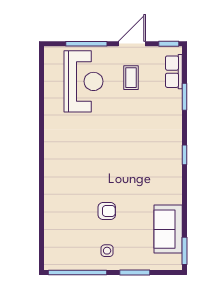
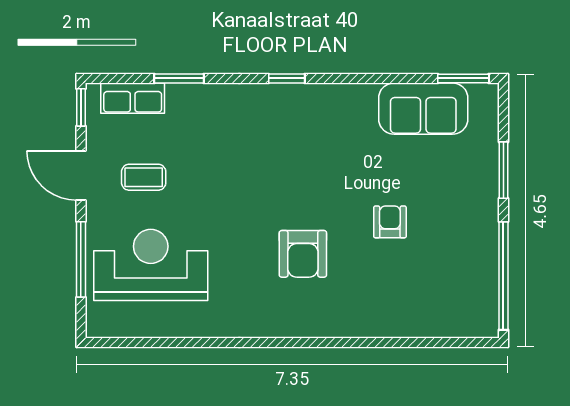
armchair: (89, 164) -> (303, 254), added
side table: (107, 251) -> (463, 221), removed

